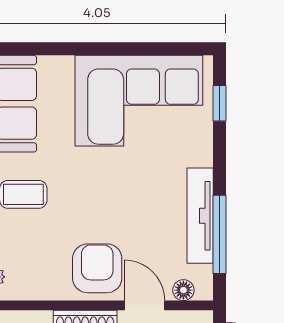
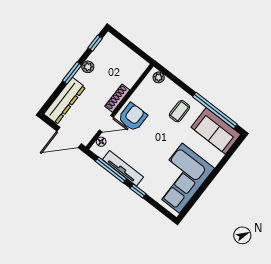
window: (219, 103) -> (138, 191), moved
armchair: (97, 268) -> (133, 117), turned -90

